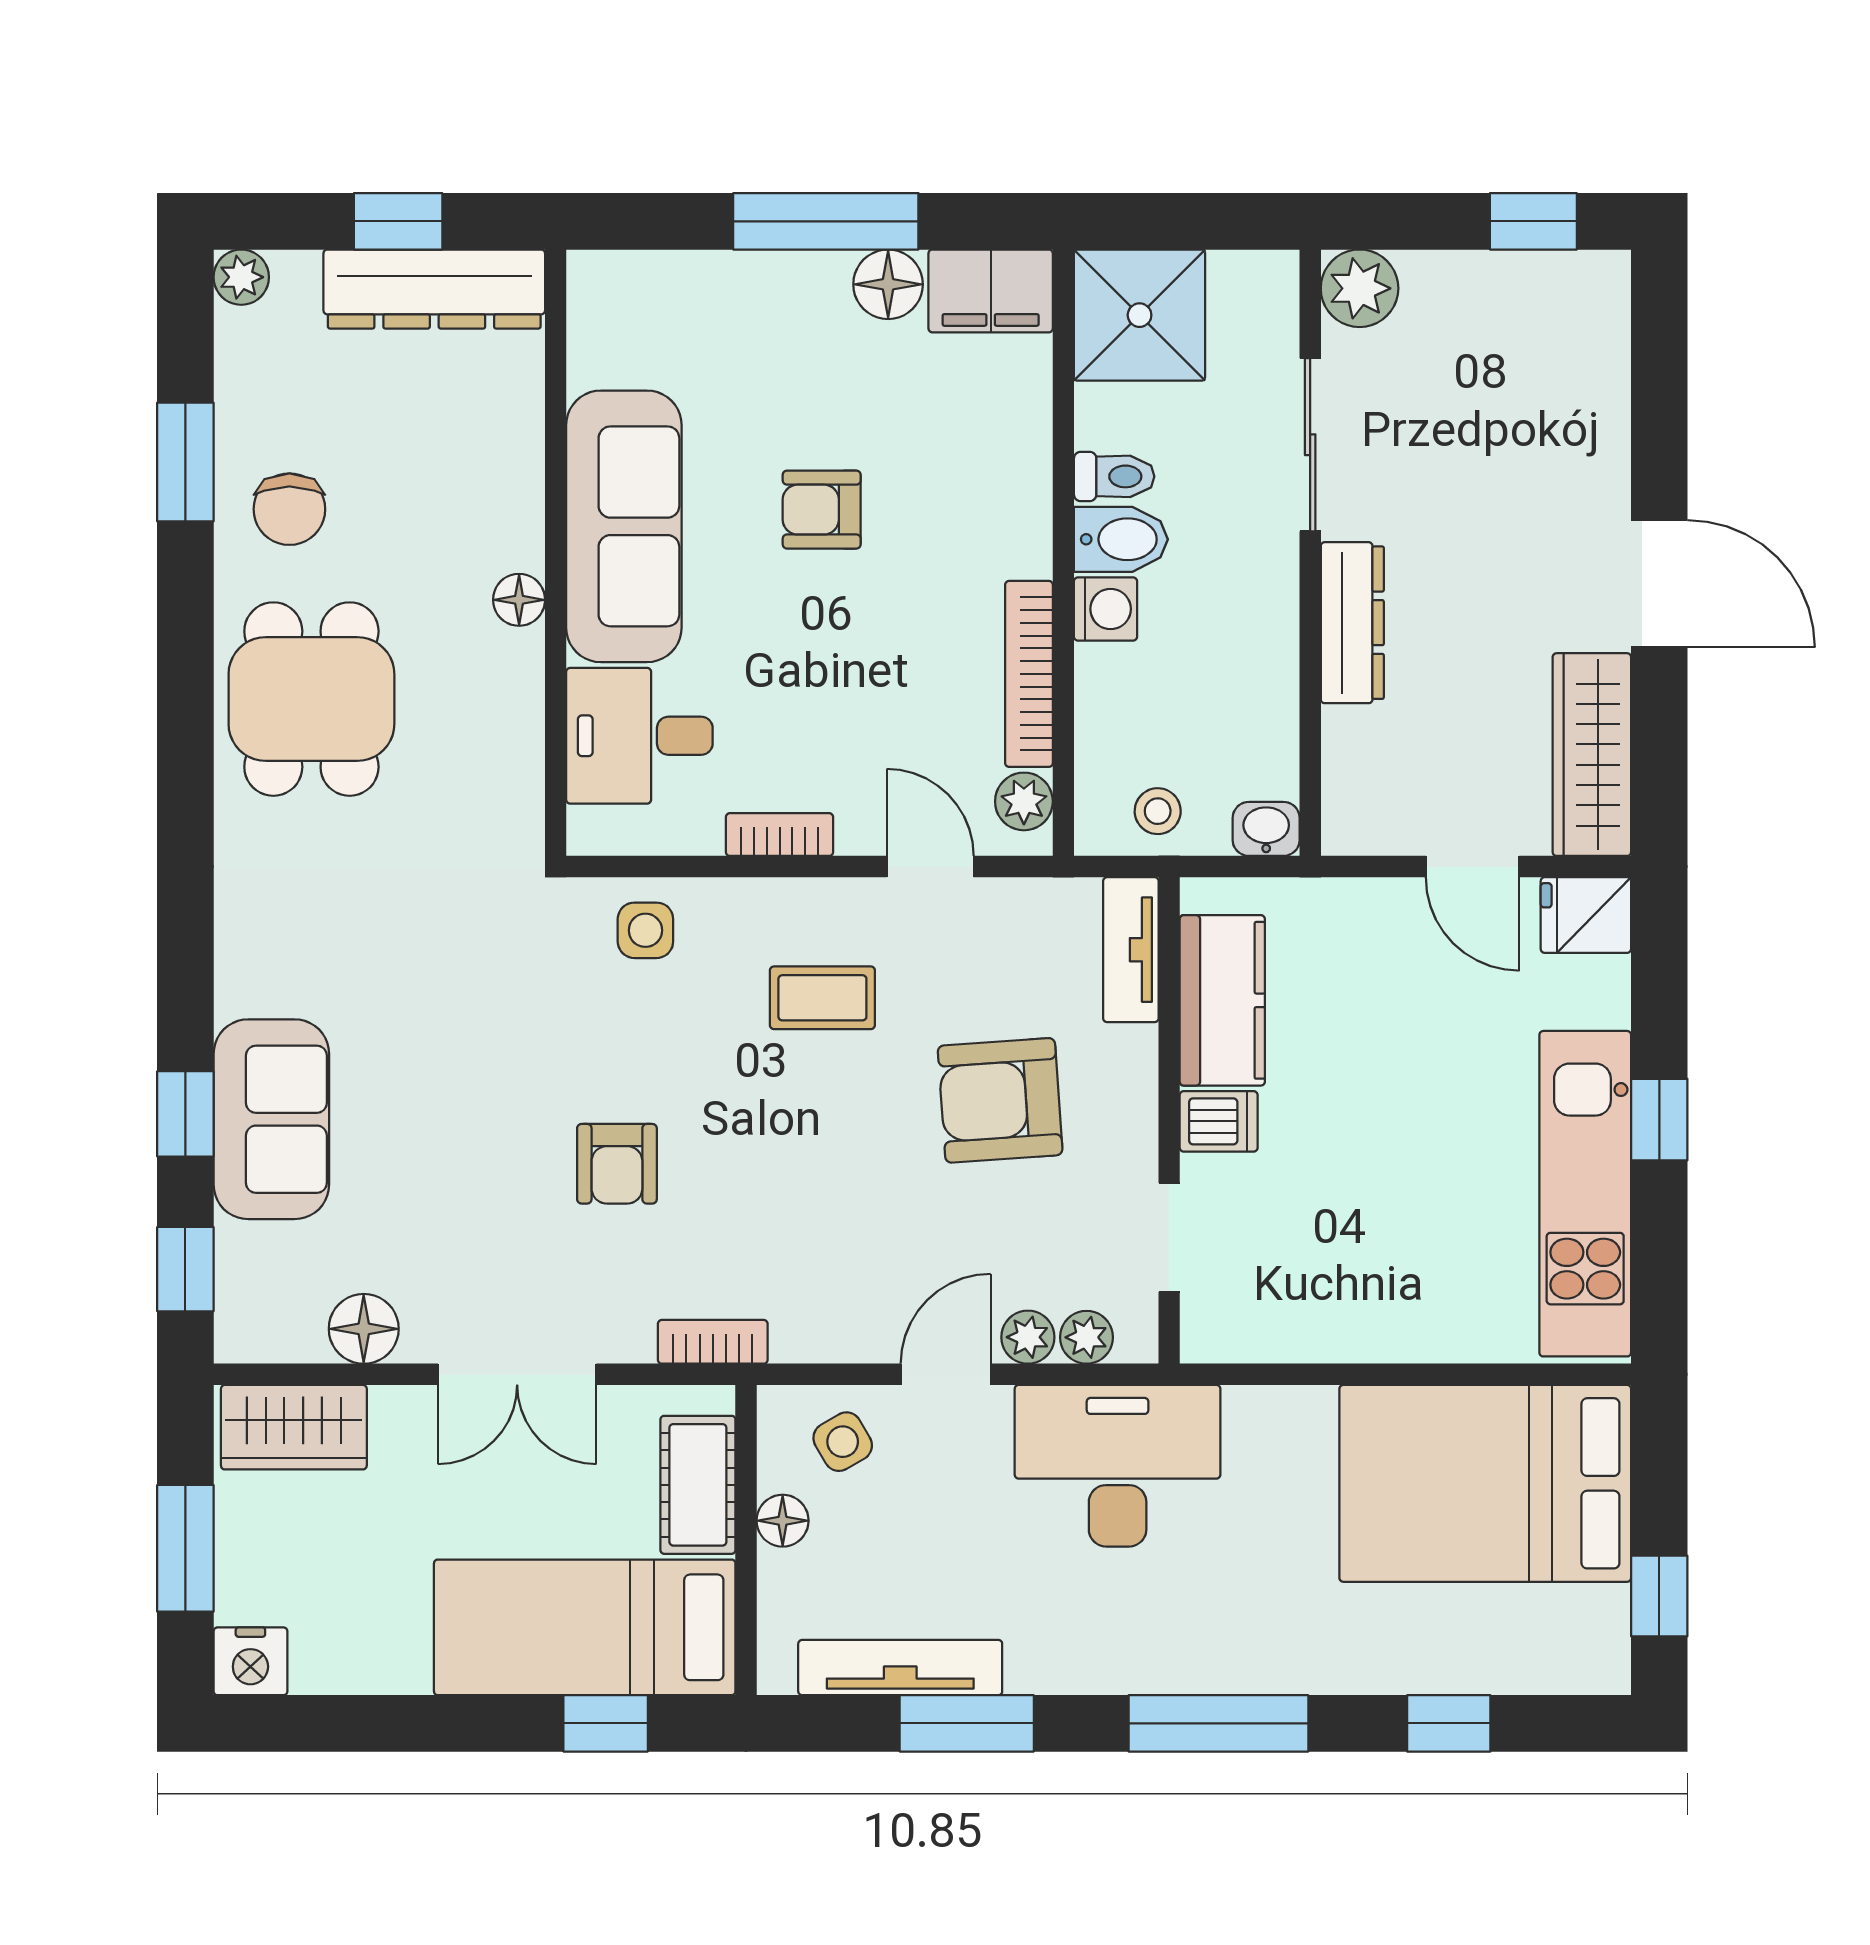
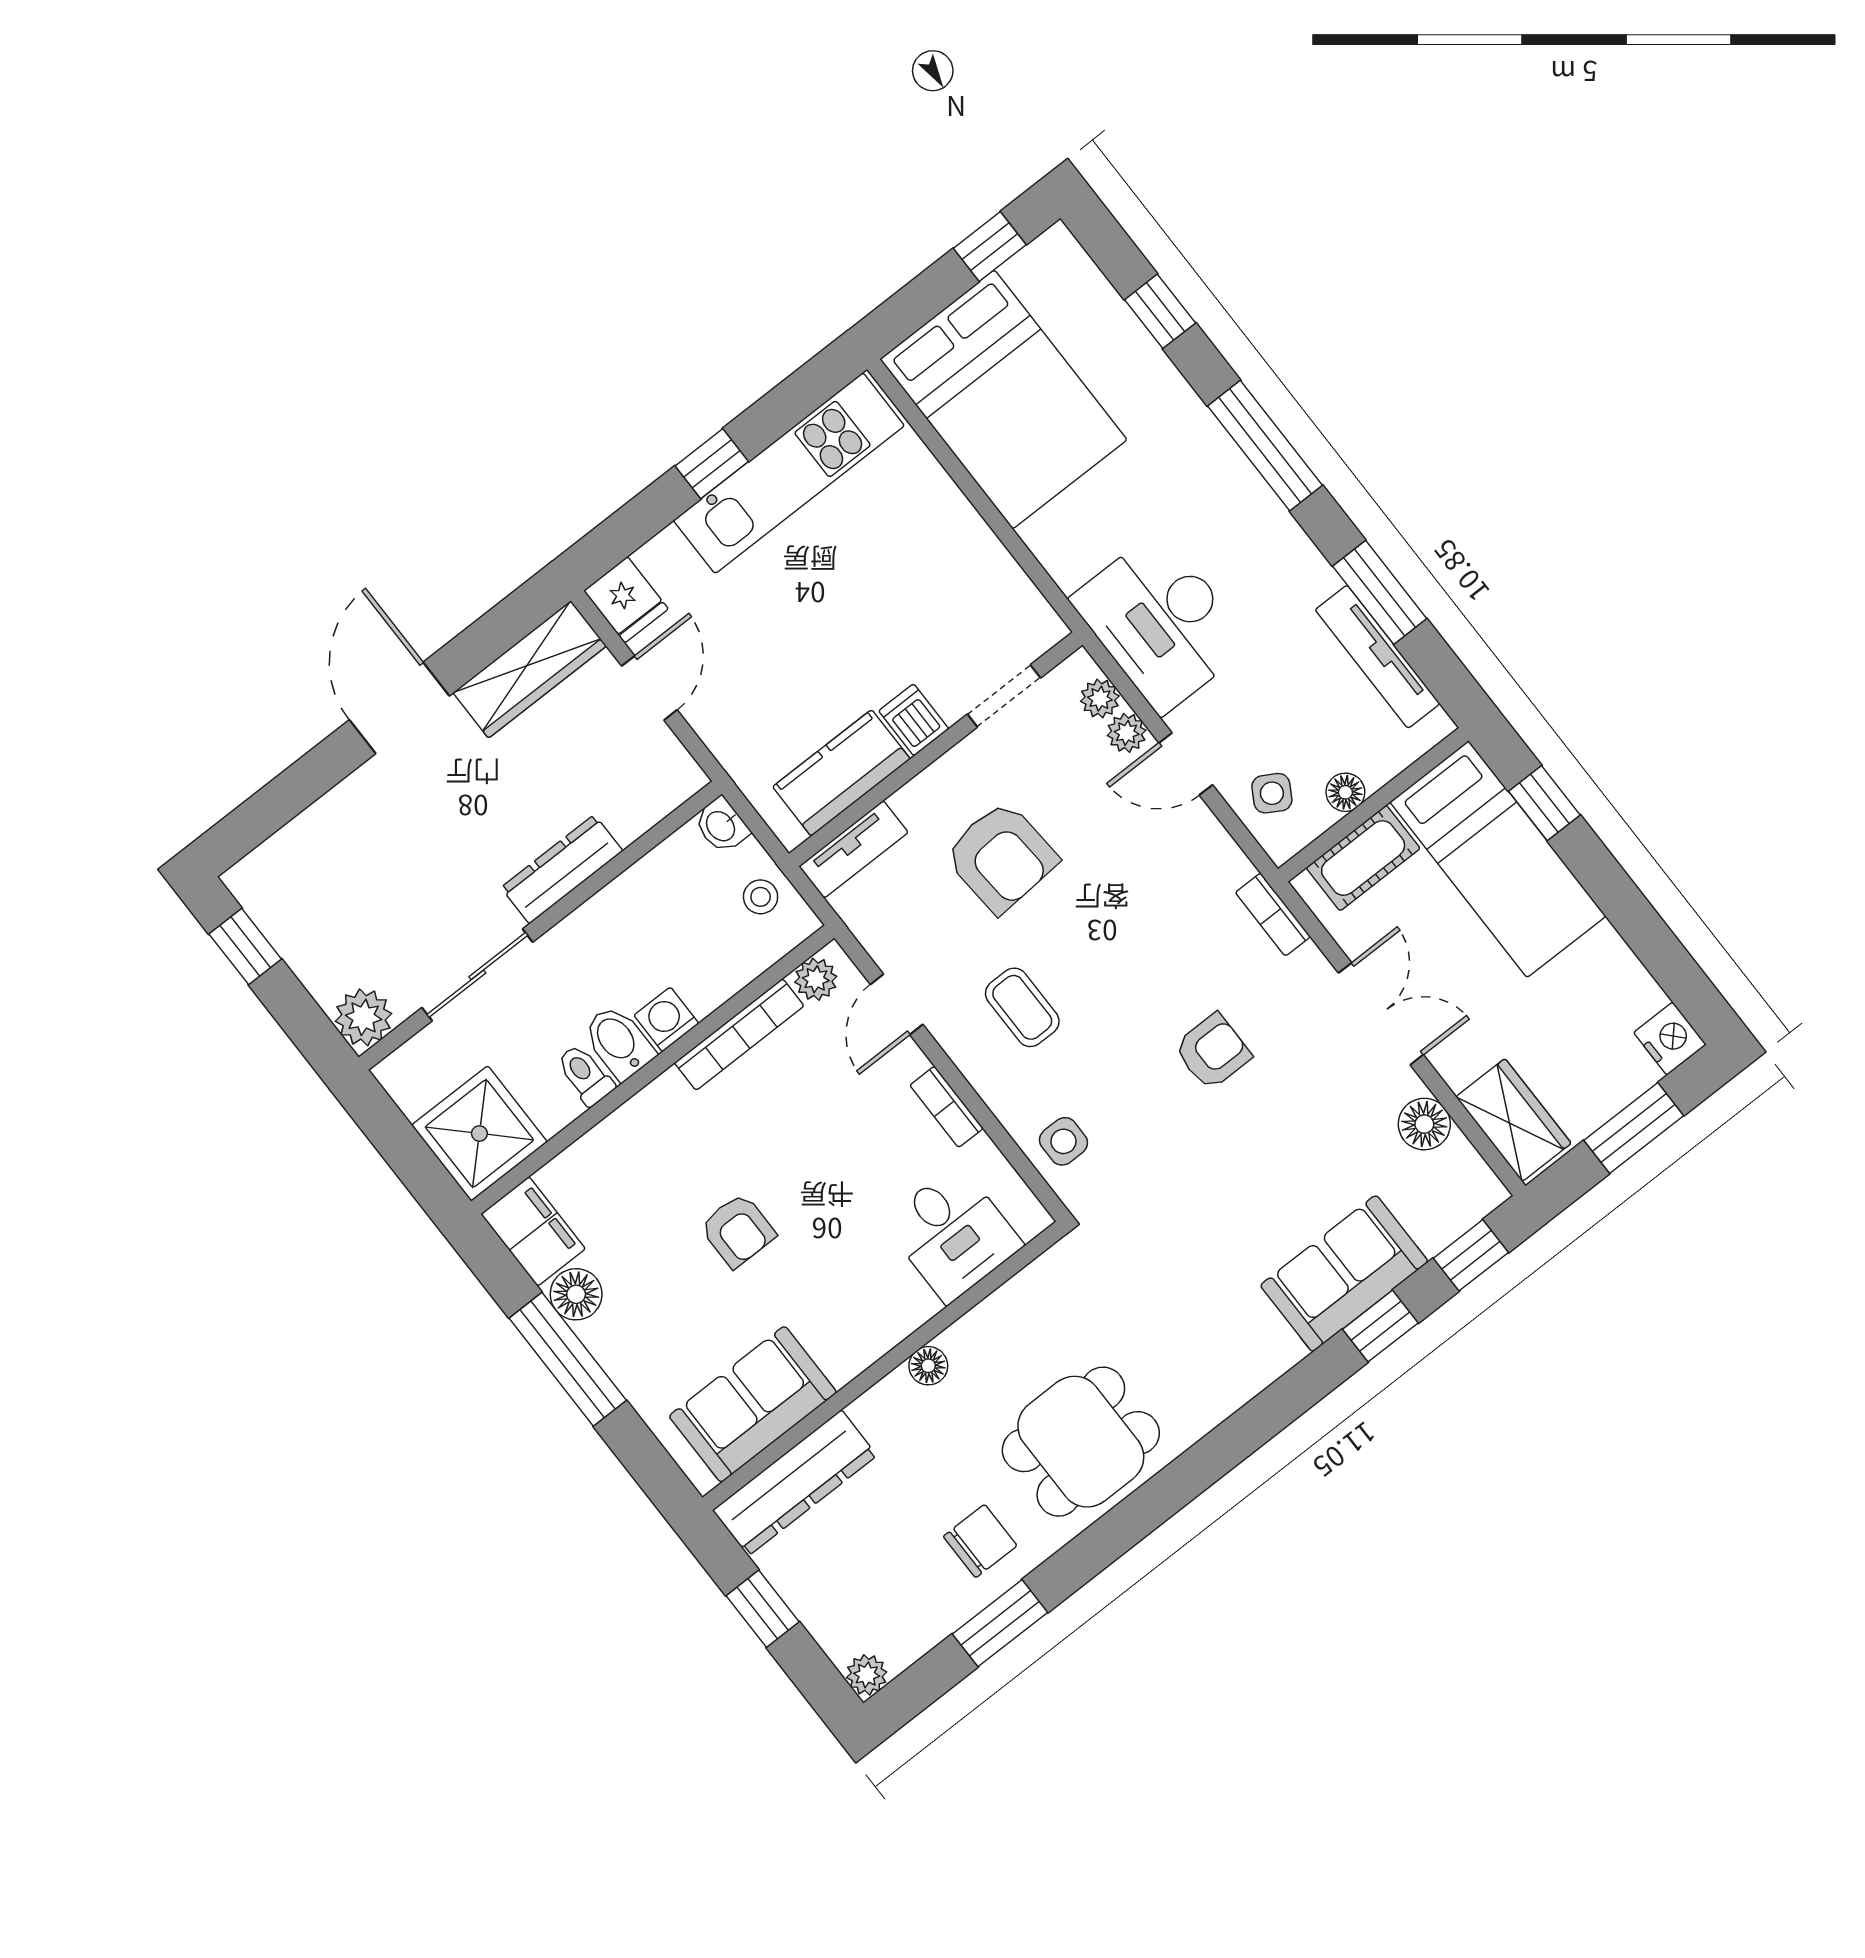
dresser: (434, 289) -> (795, 1483), moved, turned 90
sofa: (624, 526) -> (753, 1404), moved, width x0.73
side table: (843, 1442) -> (1272, 793), turned -30

